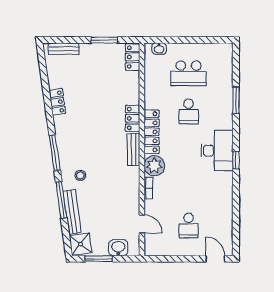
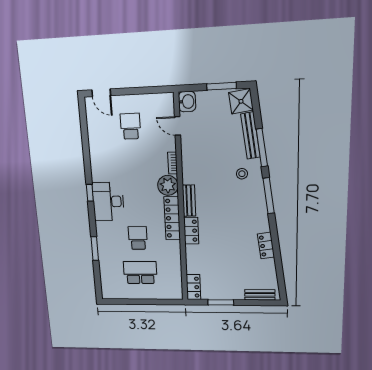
washbasin: (159, 49) -> (169, 294), removed
washbasin: (118, 248) -> (187, 102), moved, turned -90

